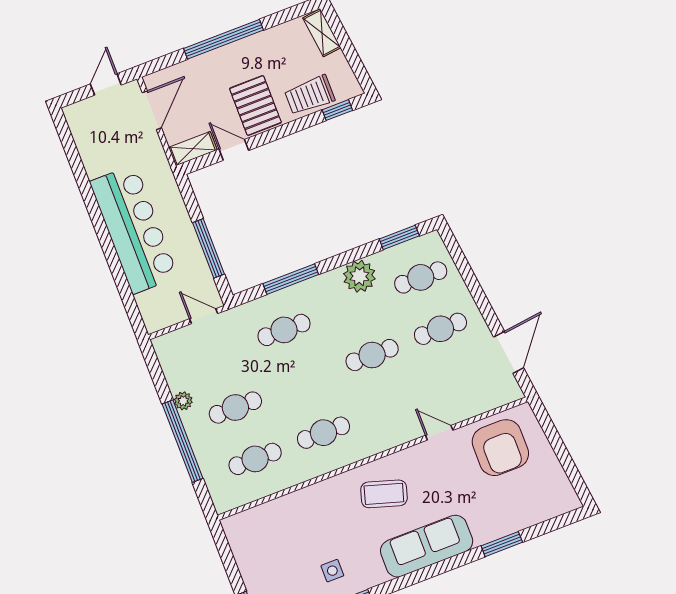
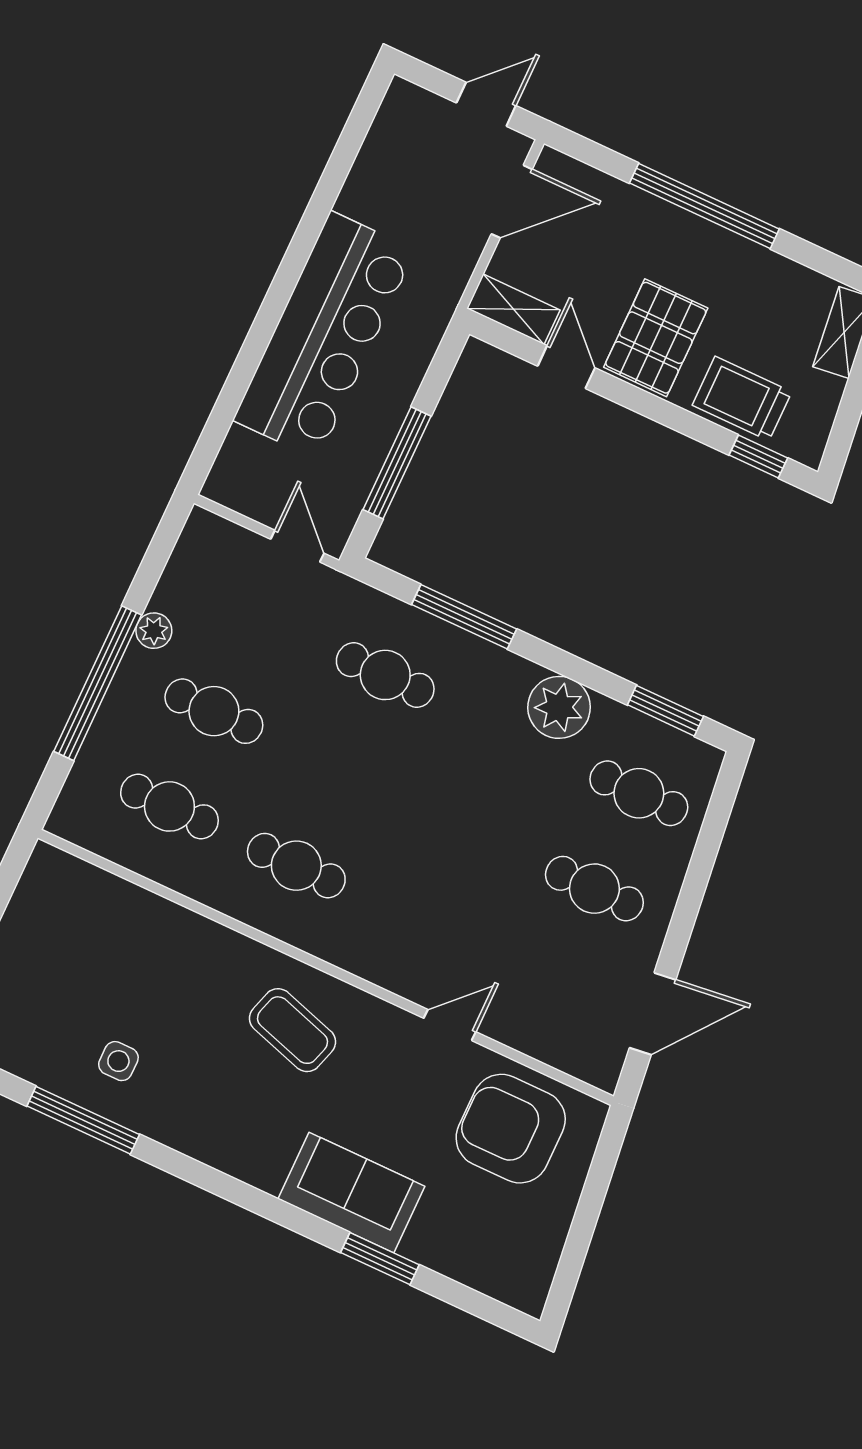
cafe table: (372, 355) -> (468, 829), removed
door: (439, 433) -> (450, 1025), hinge flipped
armchair: (500, 448) -> (511, 1129), turned 90
sofa: (427, 546) -> (351, 1193), moved, width x0.73

